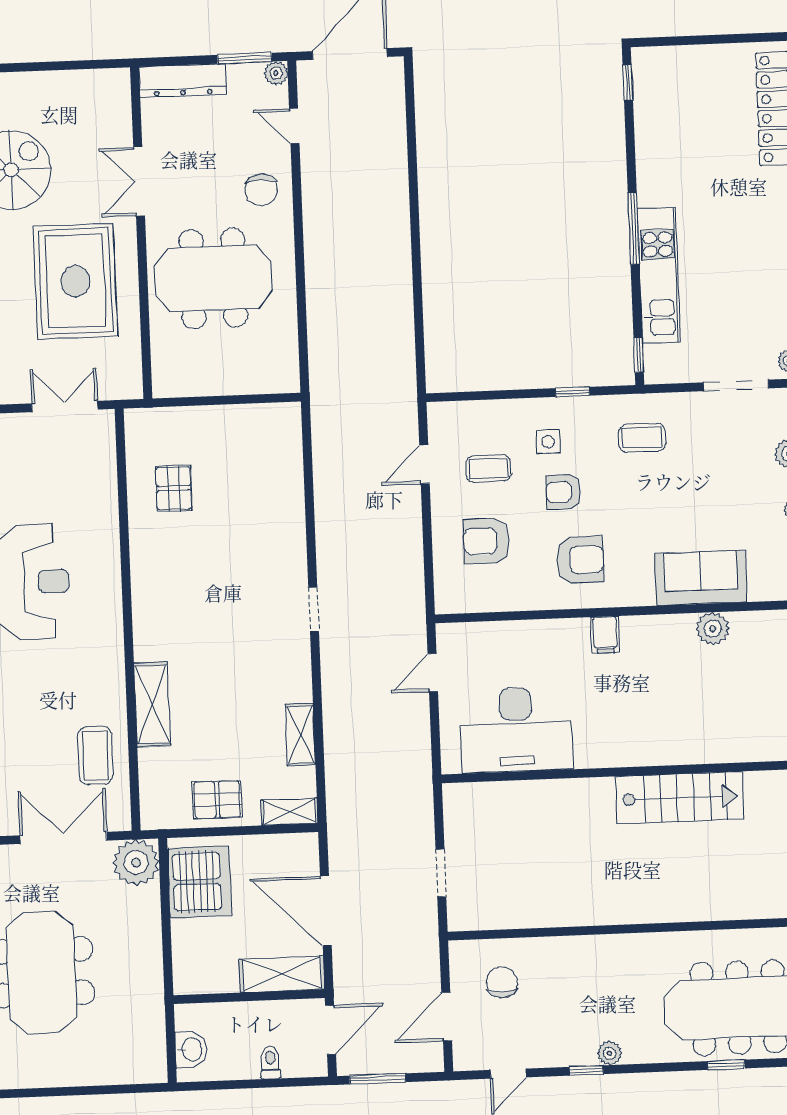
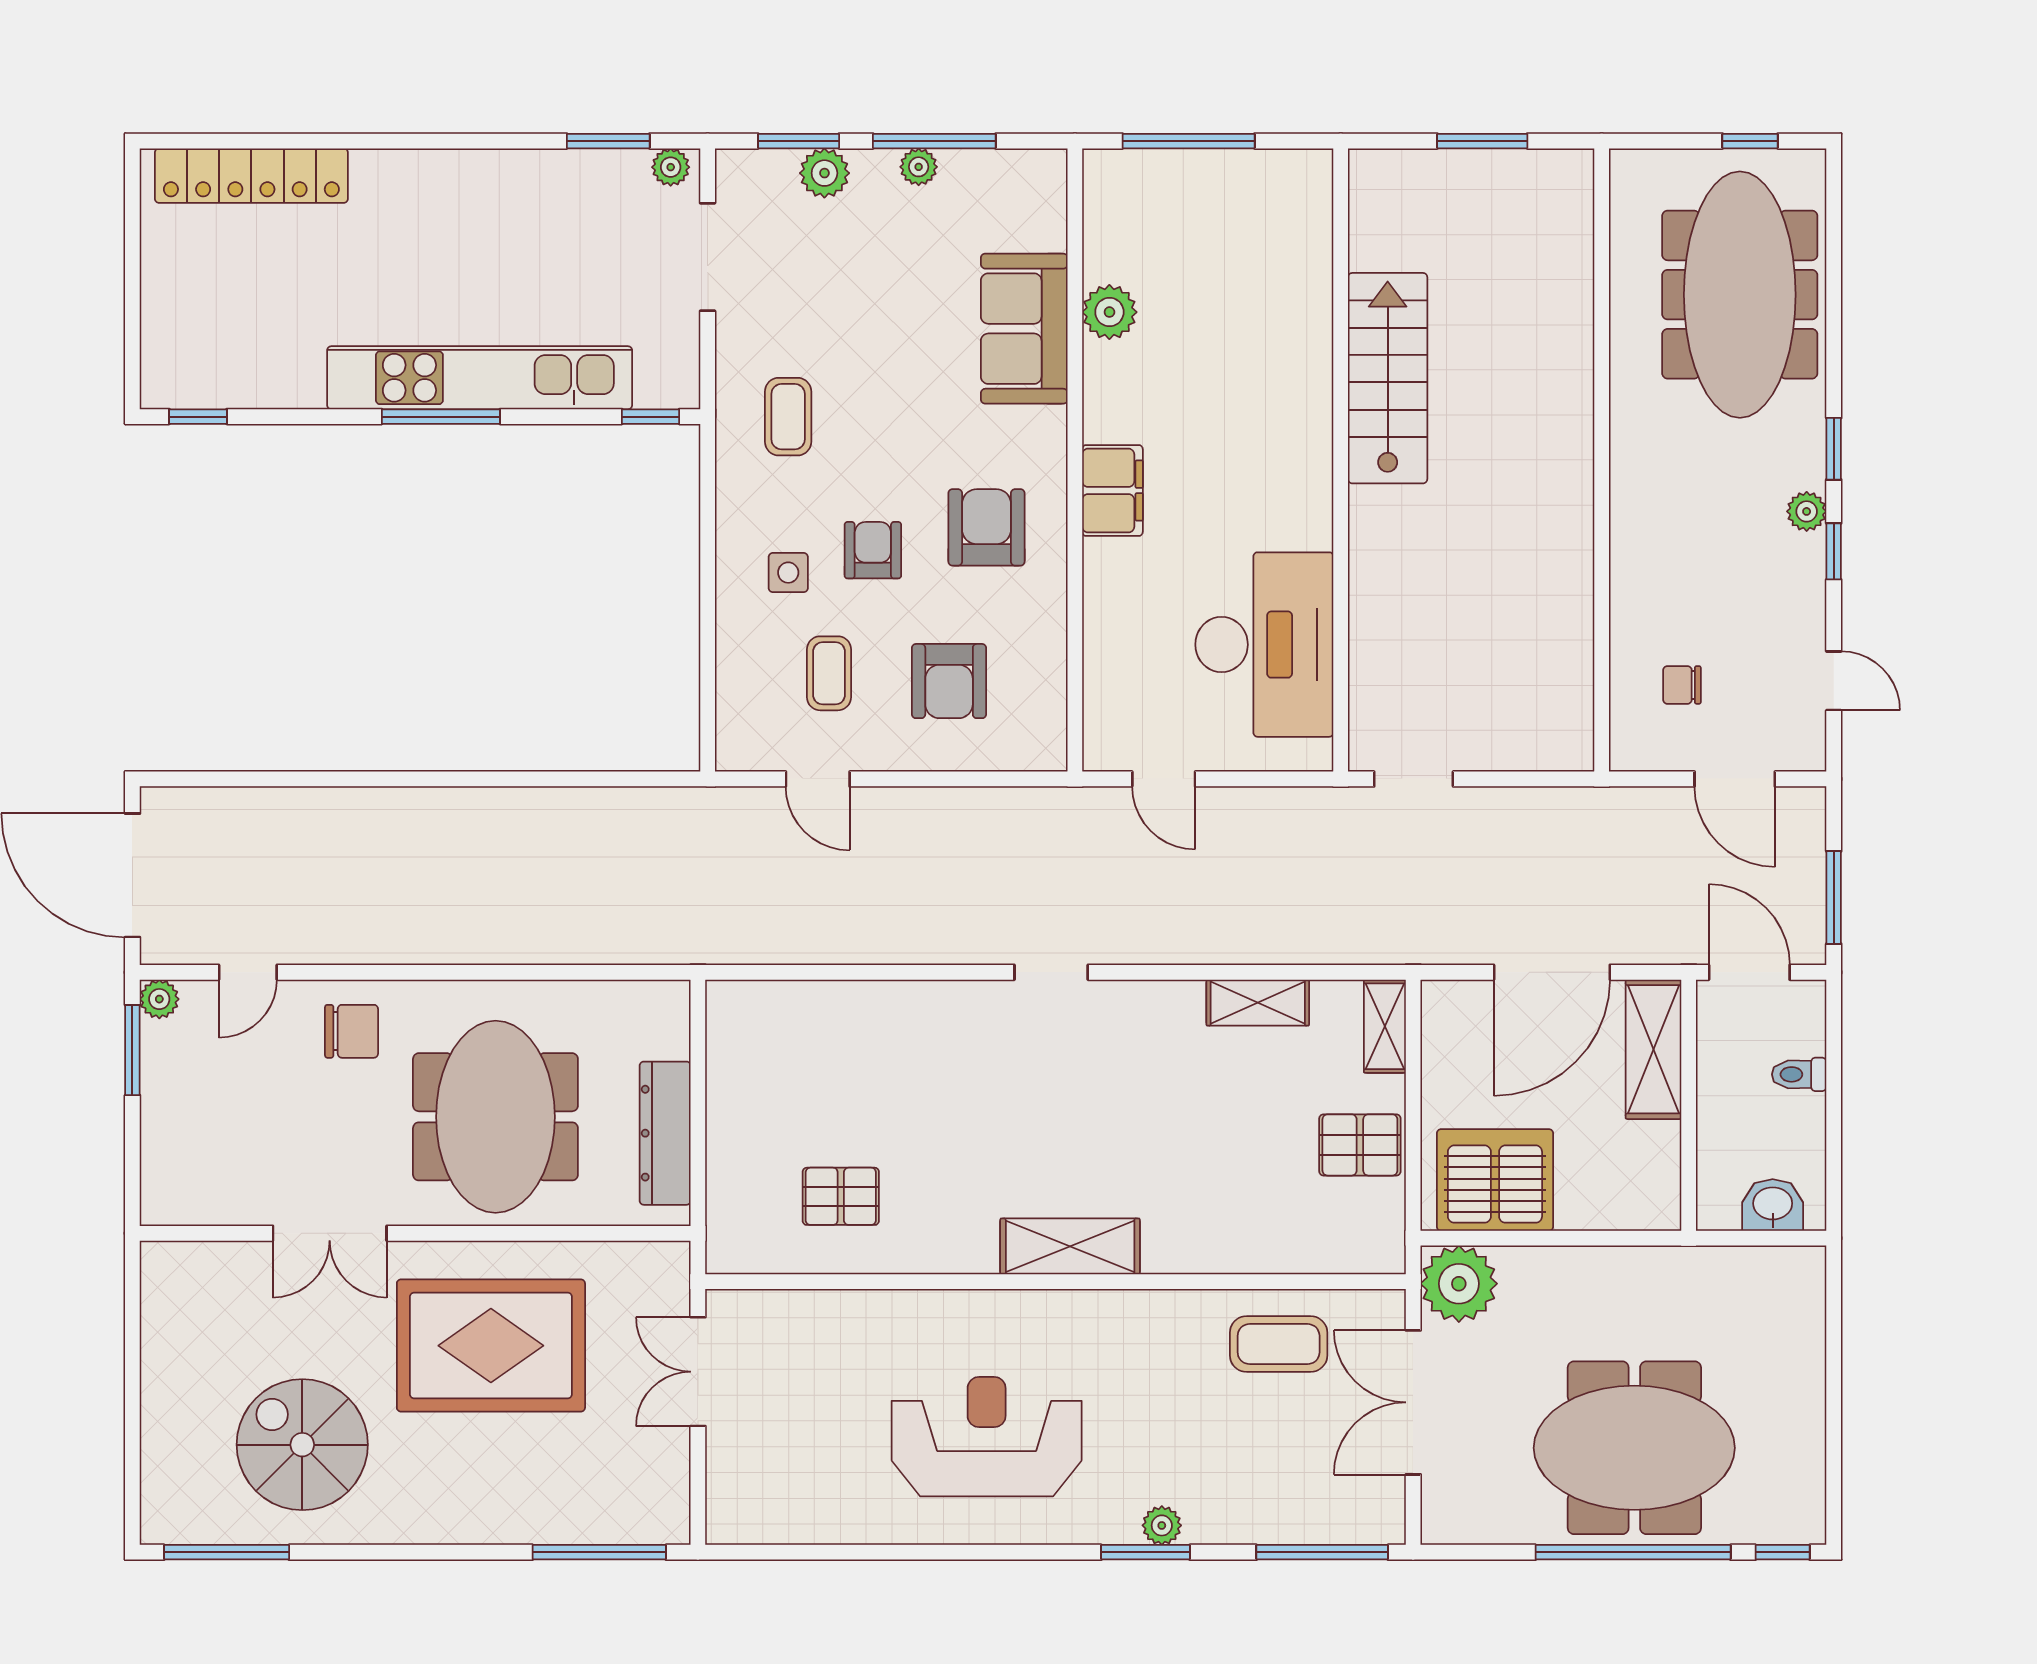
dresser: (183, 81) -> (665, 1133), moved, turned 180
kitchen unit: (659, 275) -> (480, 378), width x1.36
window: (573, 392) -> (708, 528), removed
armchair: (564, 492) -> (873, 550), turned 180
filing cabinet: (605, 635) -> (1112, 491), width x2.00
shelving: (152, 704) -> (1070, 1246), moved
pallet: (217, 800) -> (1360, 1145), turned 90
doorway: (441, 873) -> (1414, 779), moved
chair: (502, 982) -> (1682, 685), width x0.73, depth x0.73
window: (726, 1065) -> (1834, 449), moved

